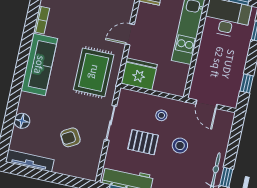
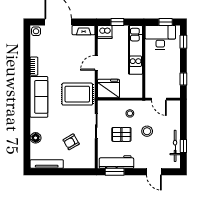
rug: (94, 72) -> (77, 94), turned 90

